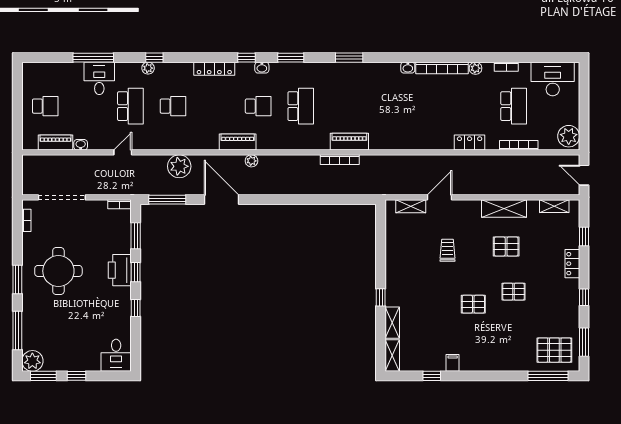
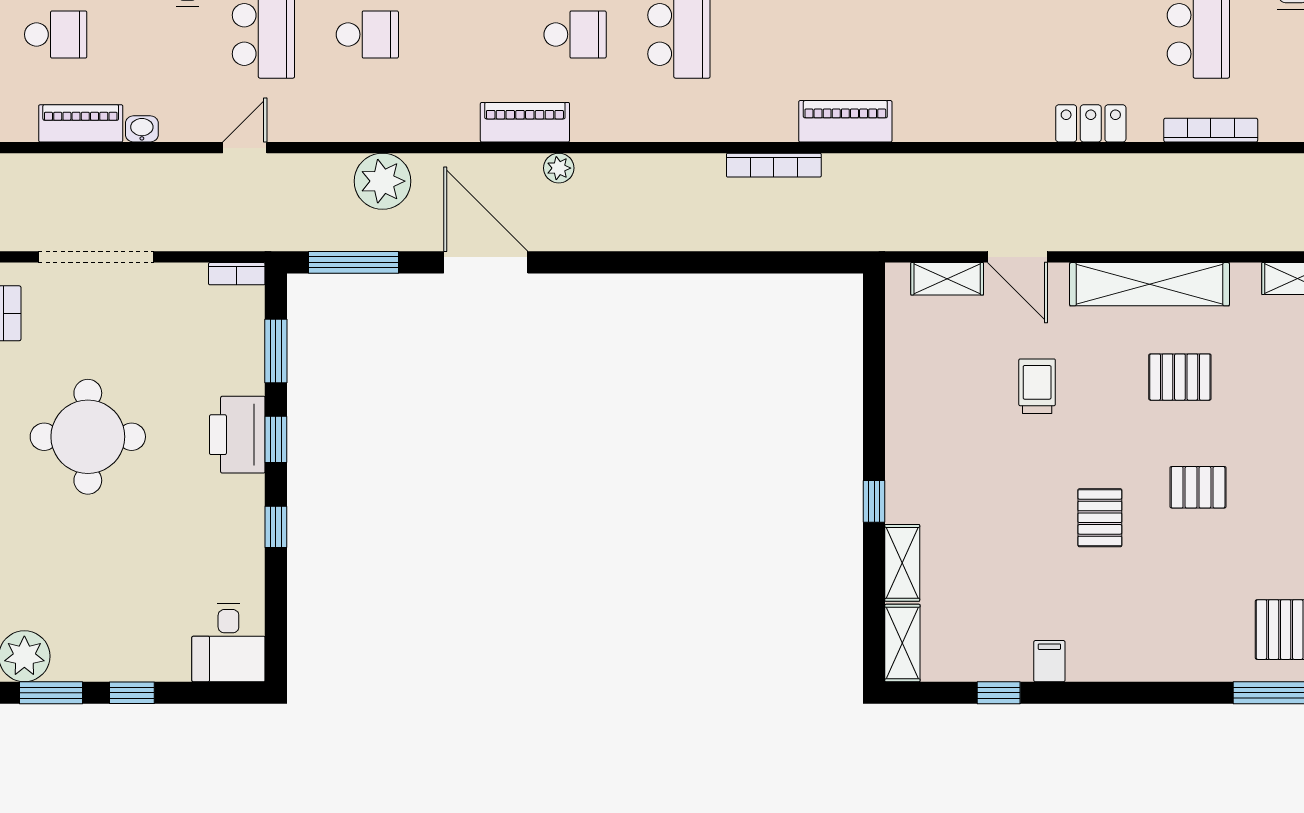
piano: (349, 142) -> (845, 121), moved
door: (440, 197) -> (1018, 257), swing flipped
shelving: (504, 208) -> (1150, 284), width x1.47
pallet: (473, 304) -> (1100, 518), turned 90

